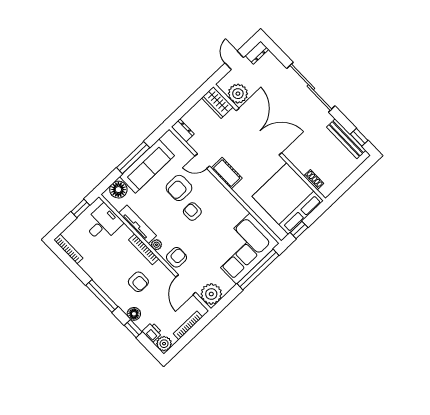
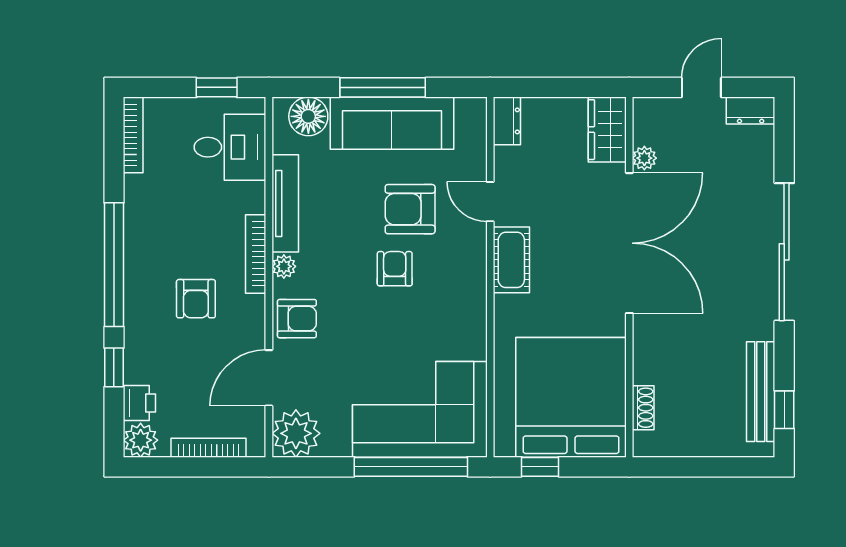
plant: (238, 94) -> (644, 158), width x0.53, depth x0.53
window: (102, 296) -> (114, 265), width x1.46
floor lamp: (134, 314) -> (138, 344), removed

